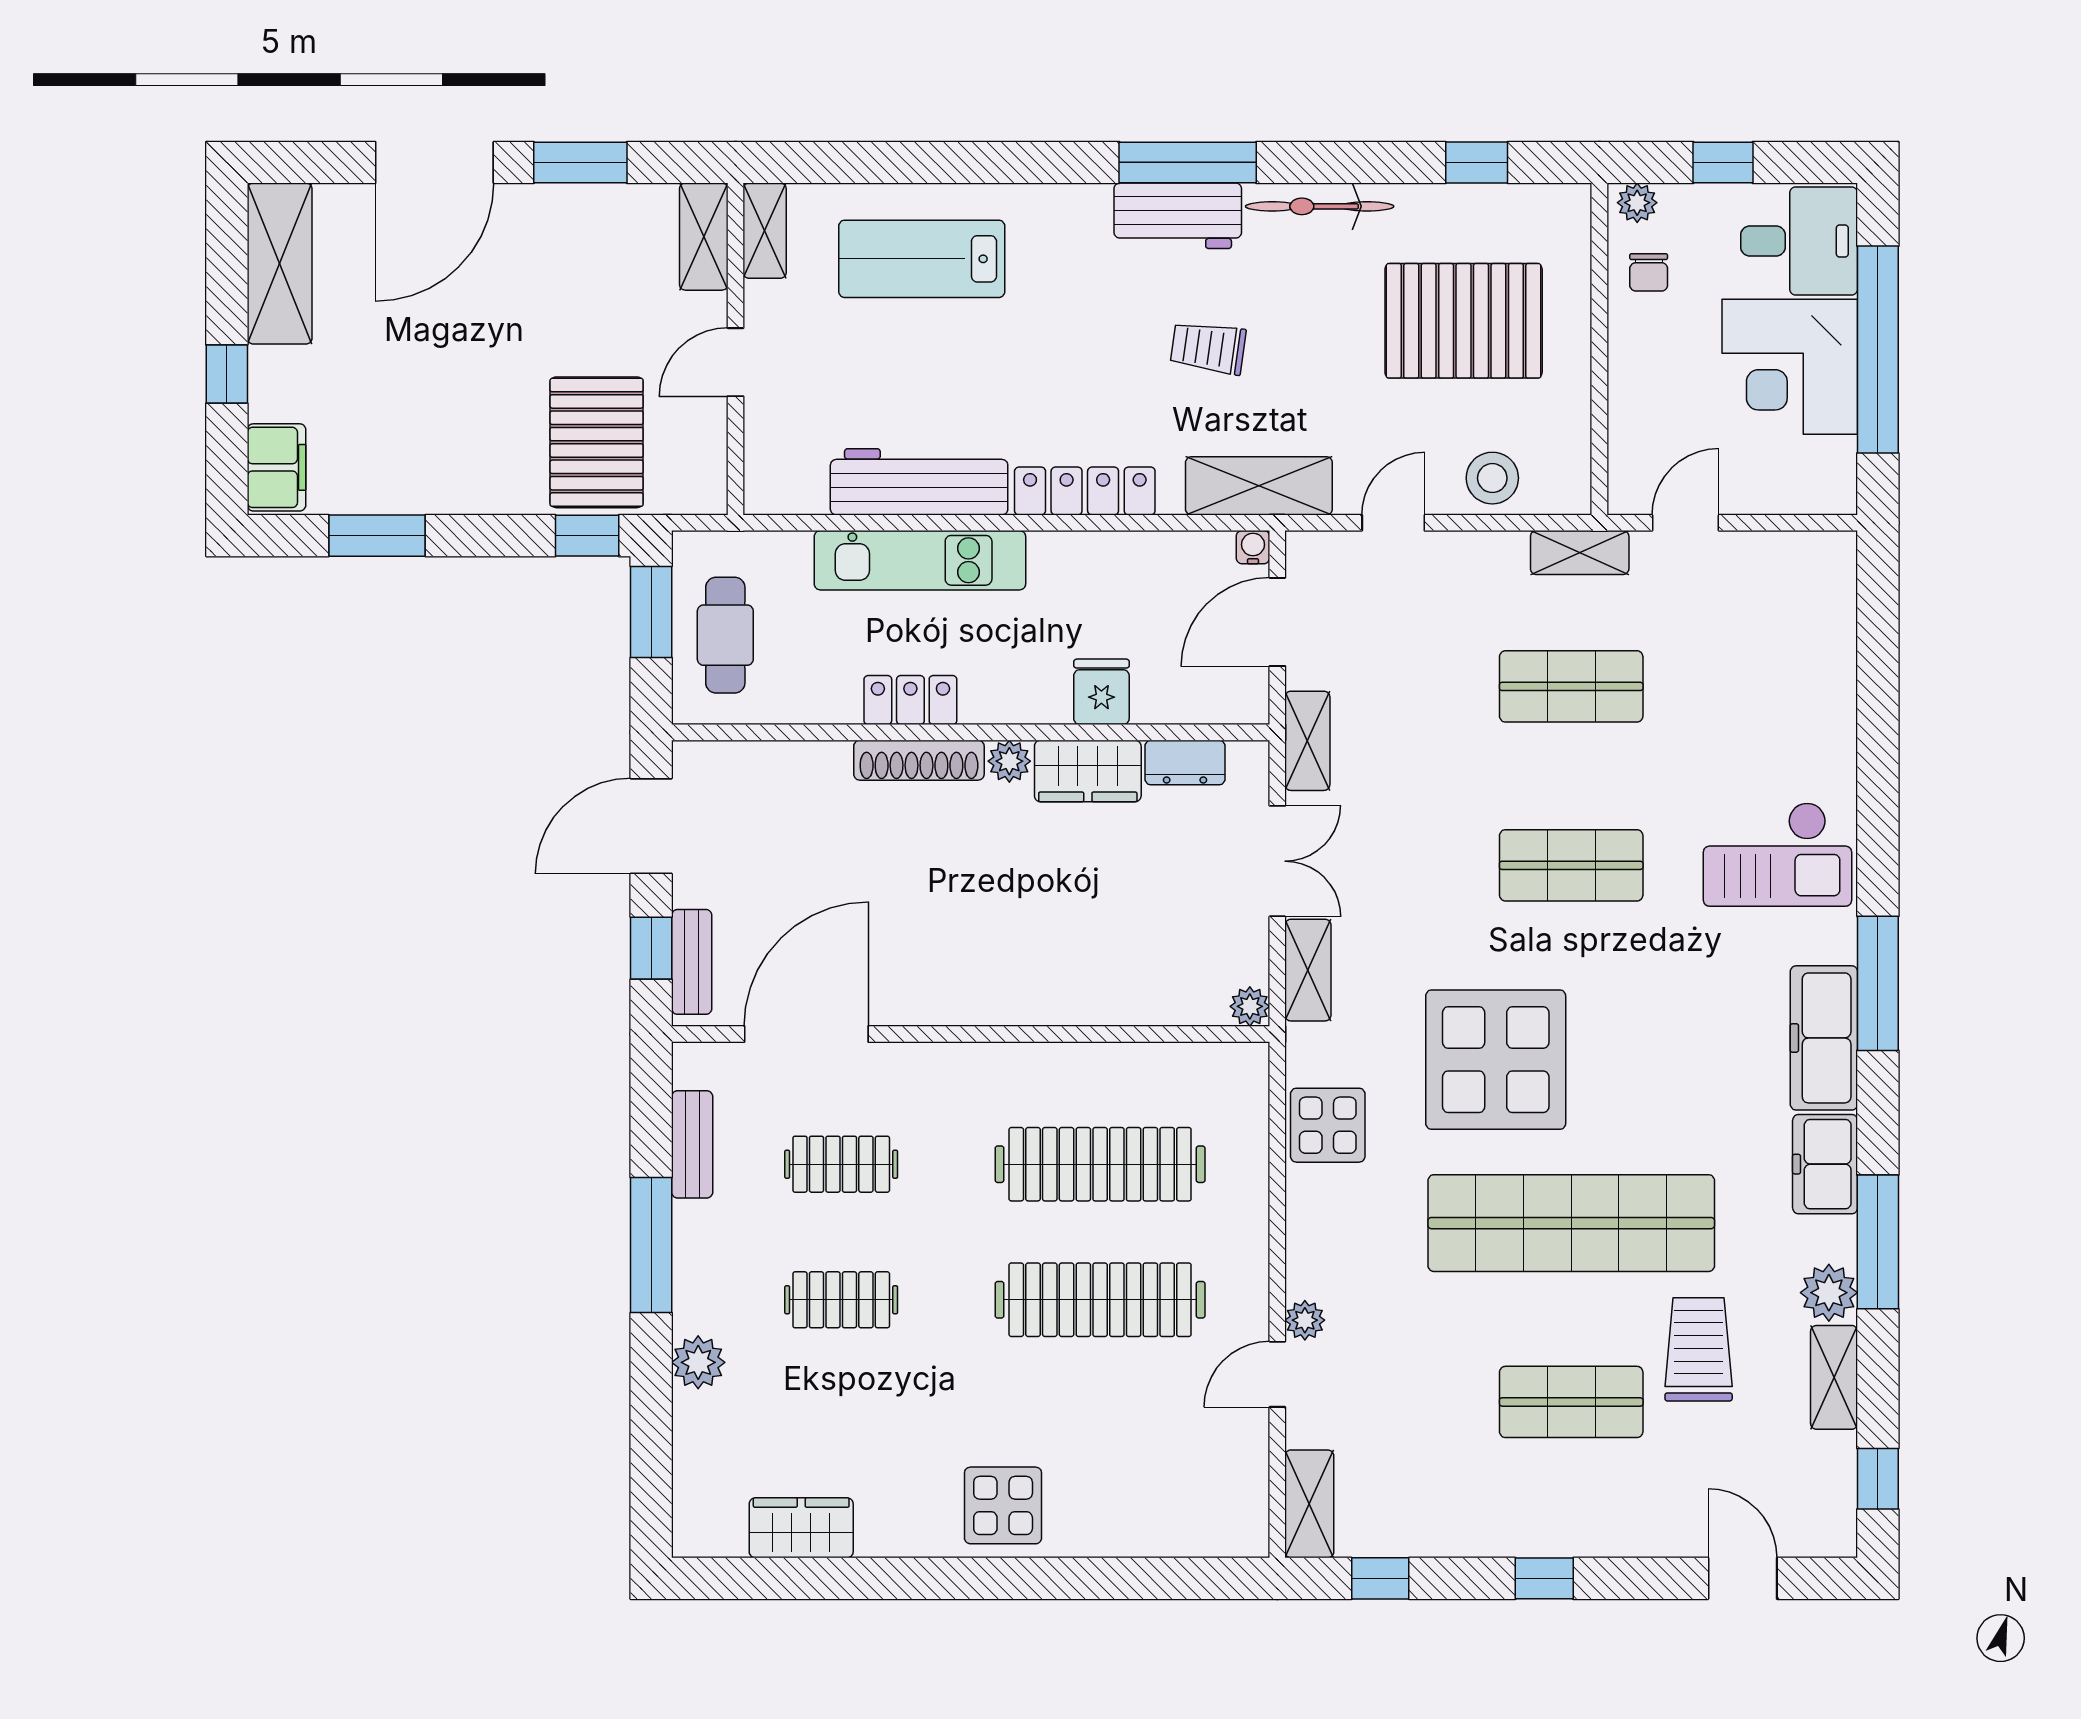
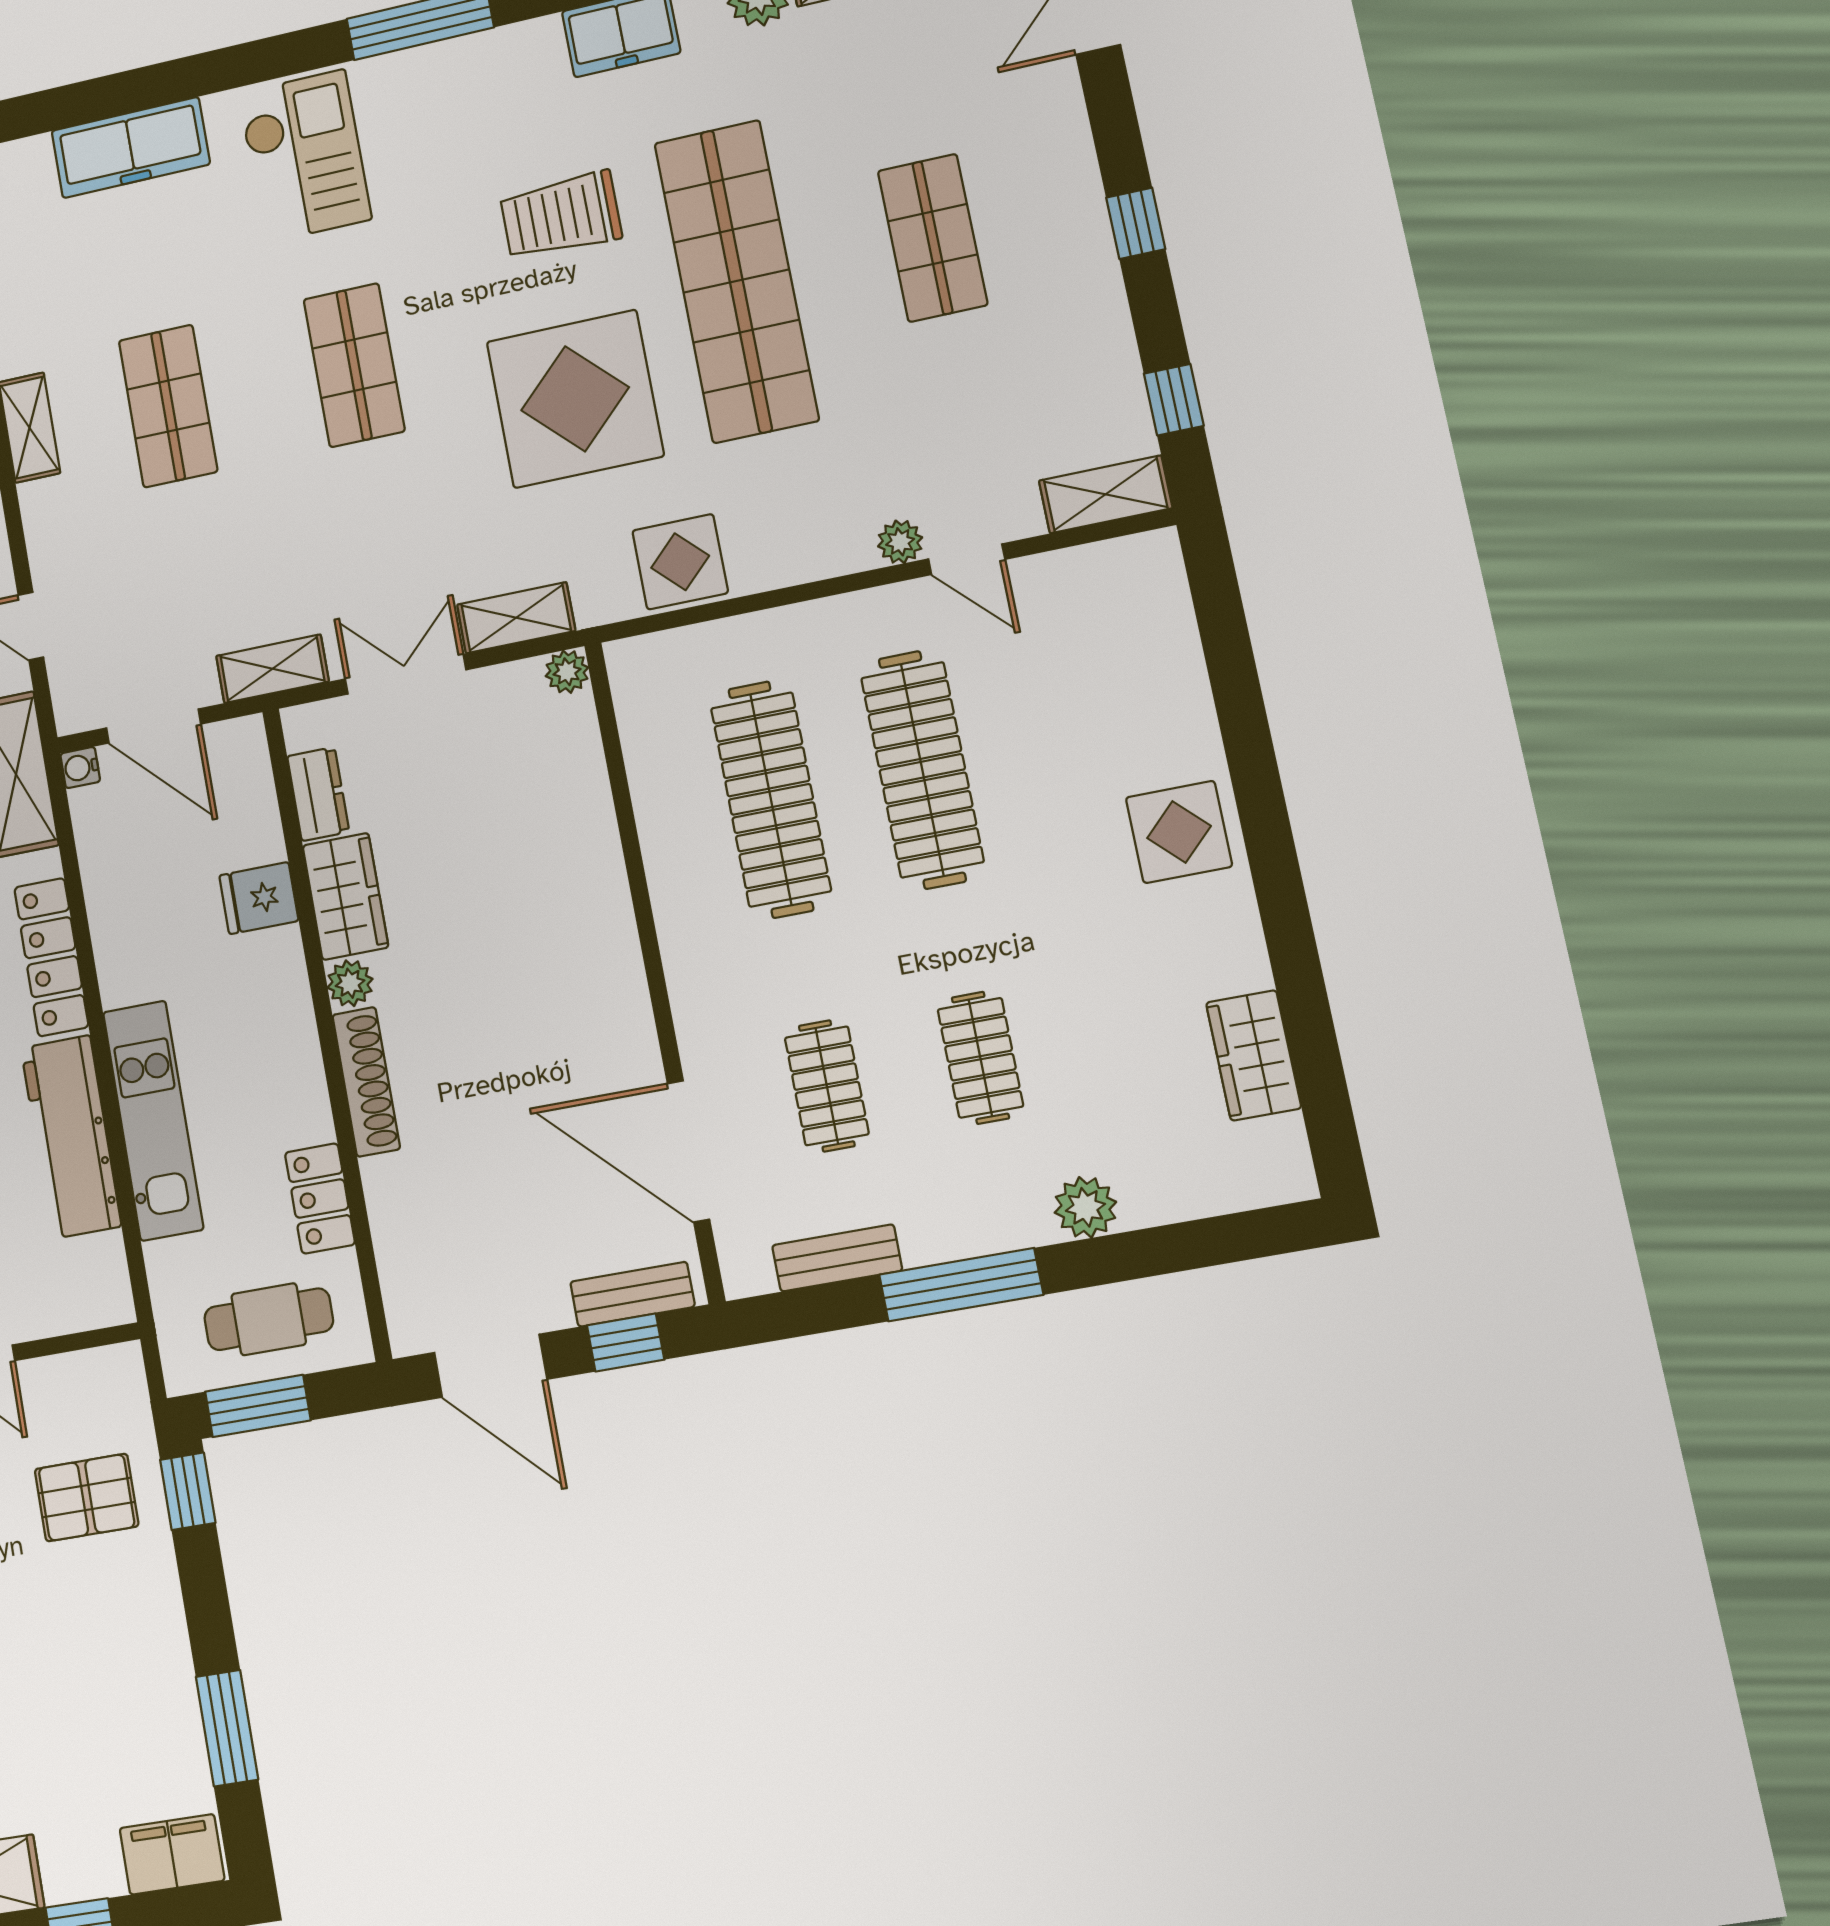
pallet: (597, 442) -> (87, 1498), width x0.67, depth x0.71
locker: (910, 700) -> (320, 1198), moved
freezer: (1824, 1038) -> (131, 148), moved
trolley: (1699, 1349) -> (561, 216), moved

